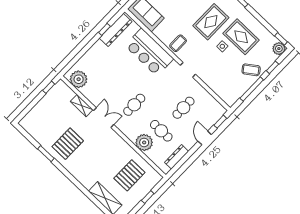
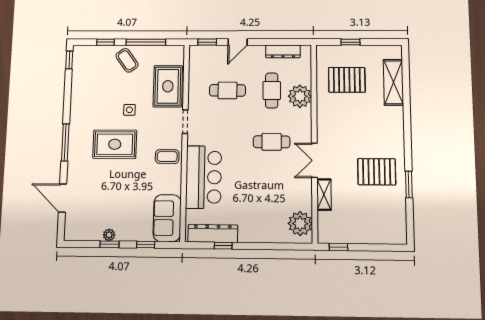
rug: (241, 37) -> (168, 86), moved
plant: (279, 49) -> (81, 53), removed

